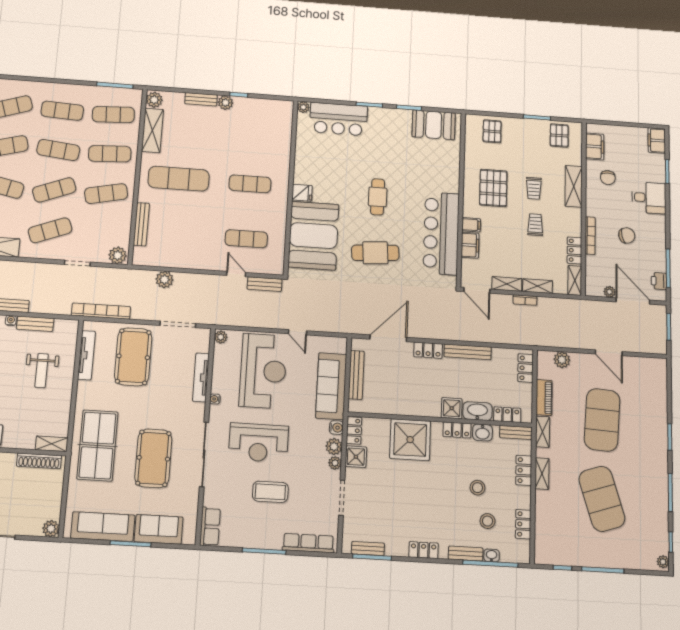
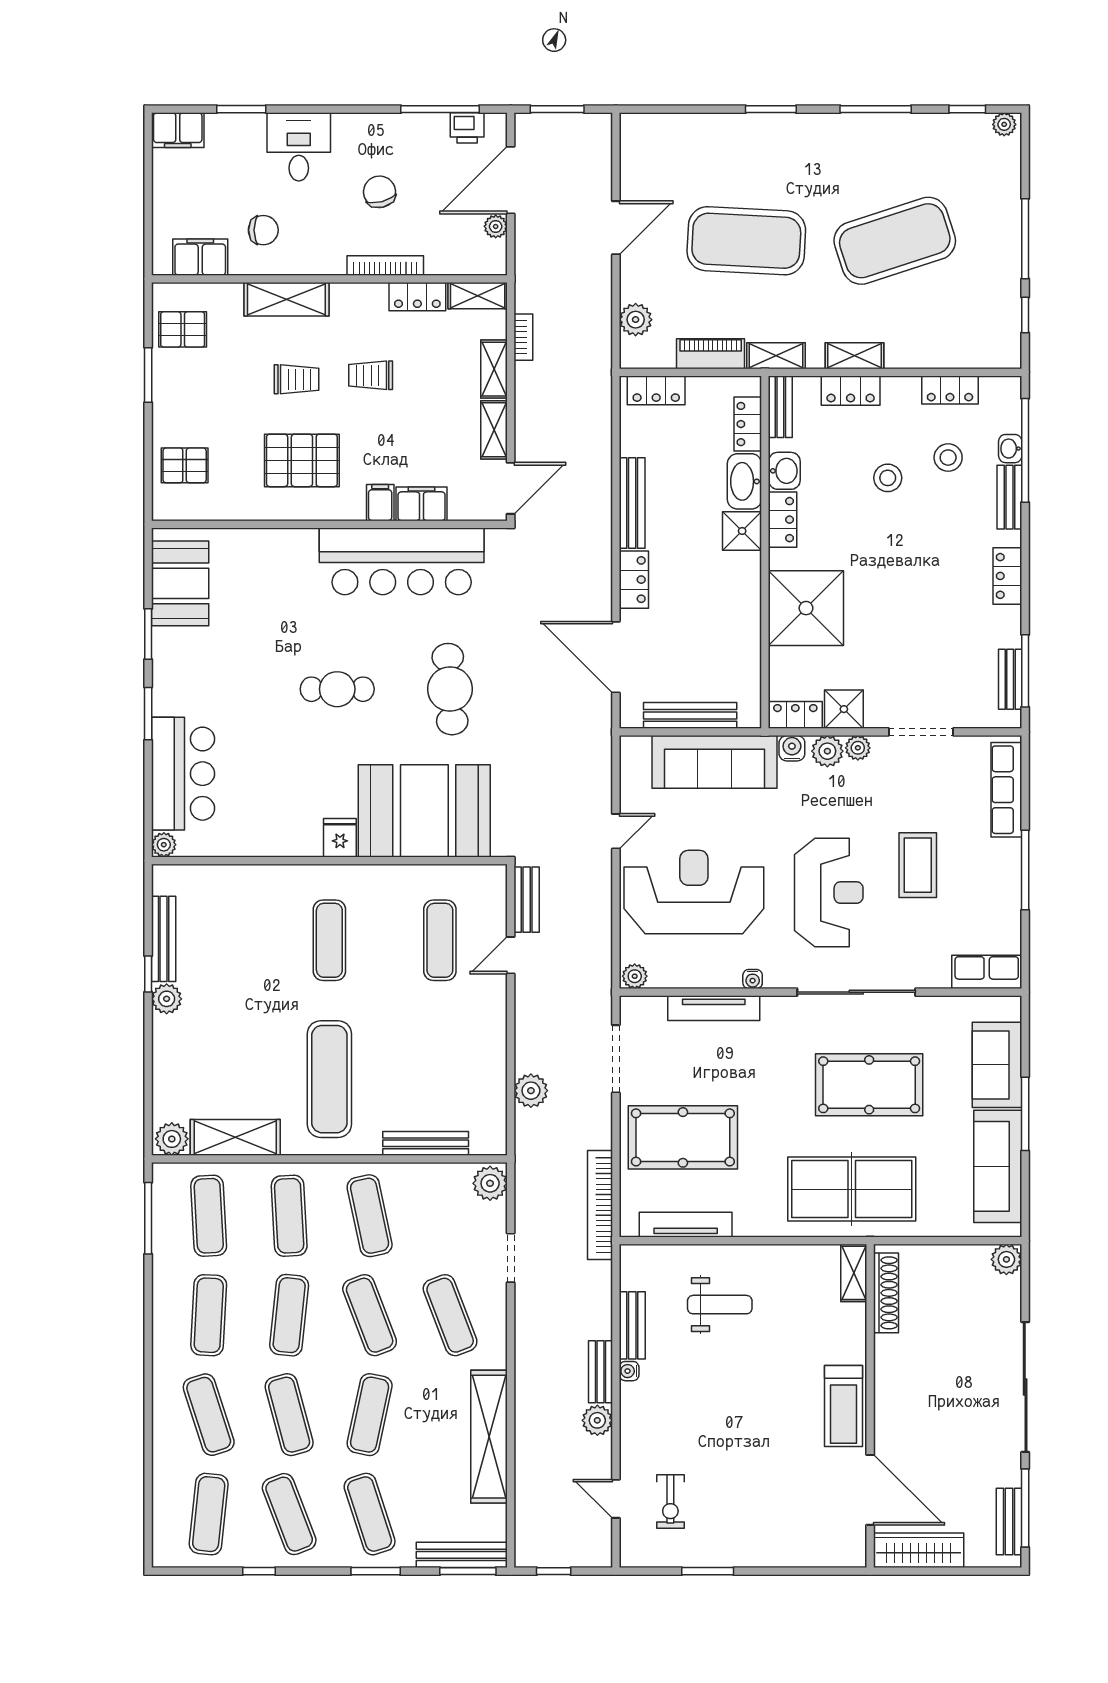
bench: (201, 99) -> (164, 939), moved, width x1.36
bookcase: (525, 300) -> (523, 337), moved

